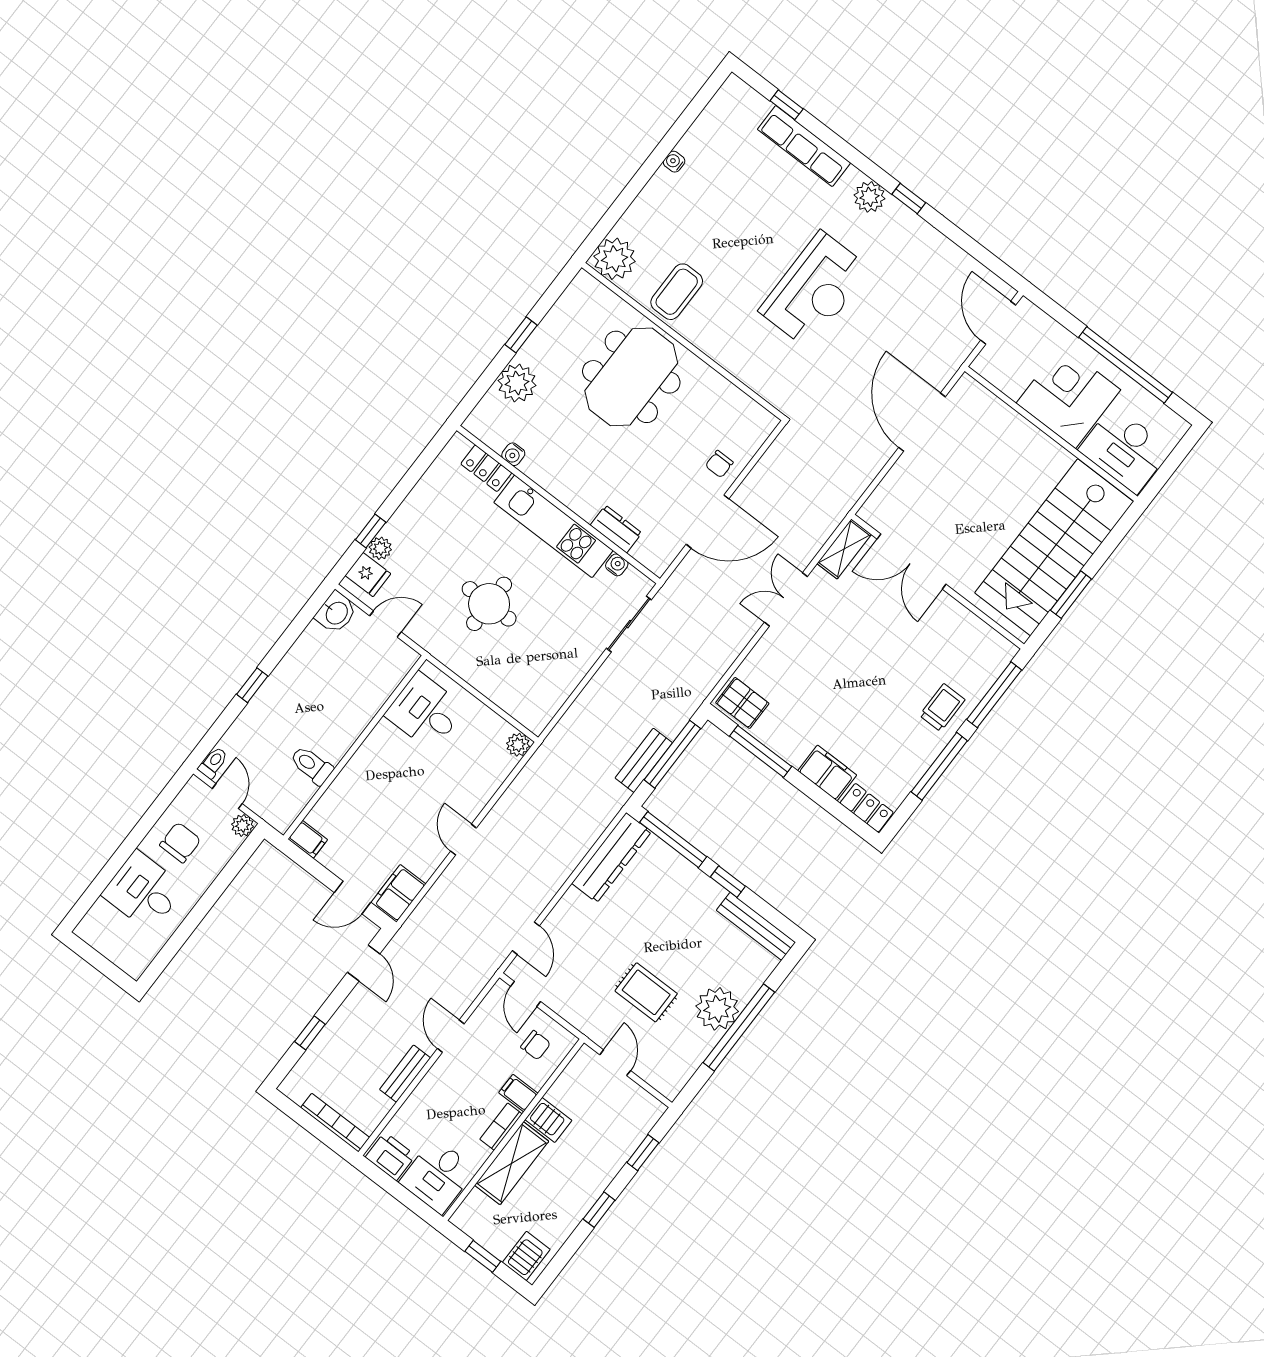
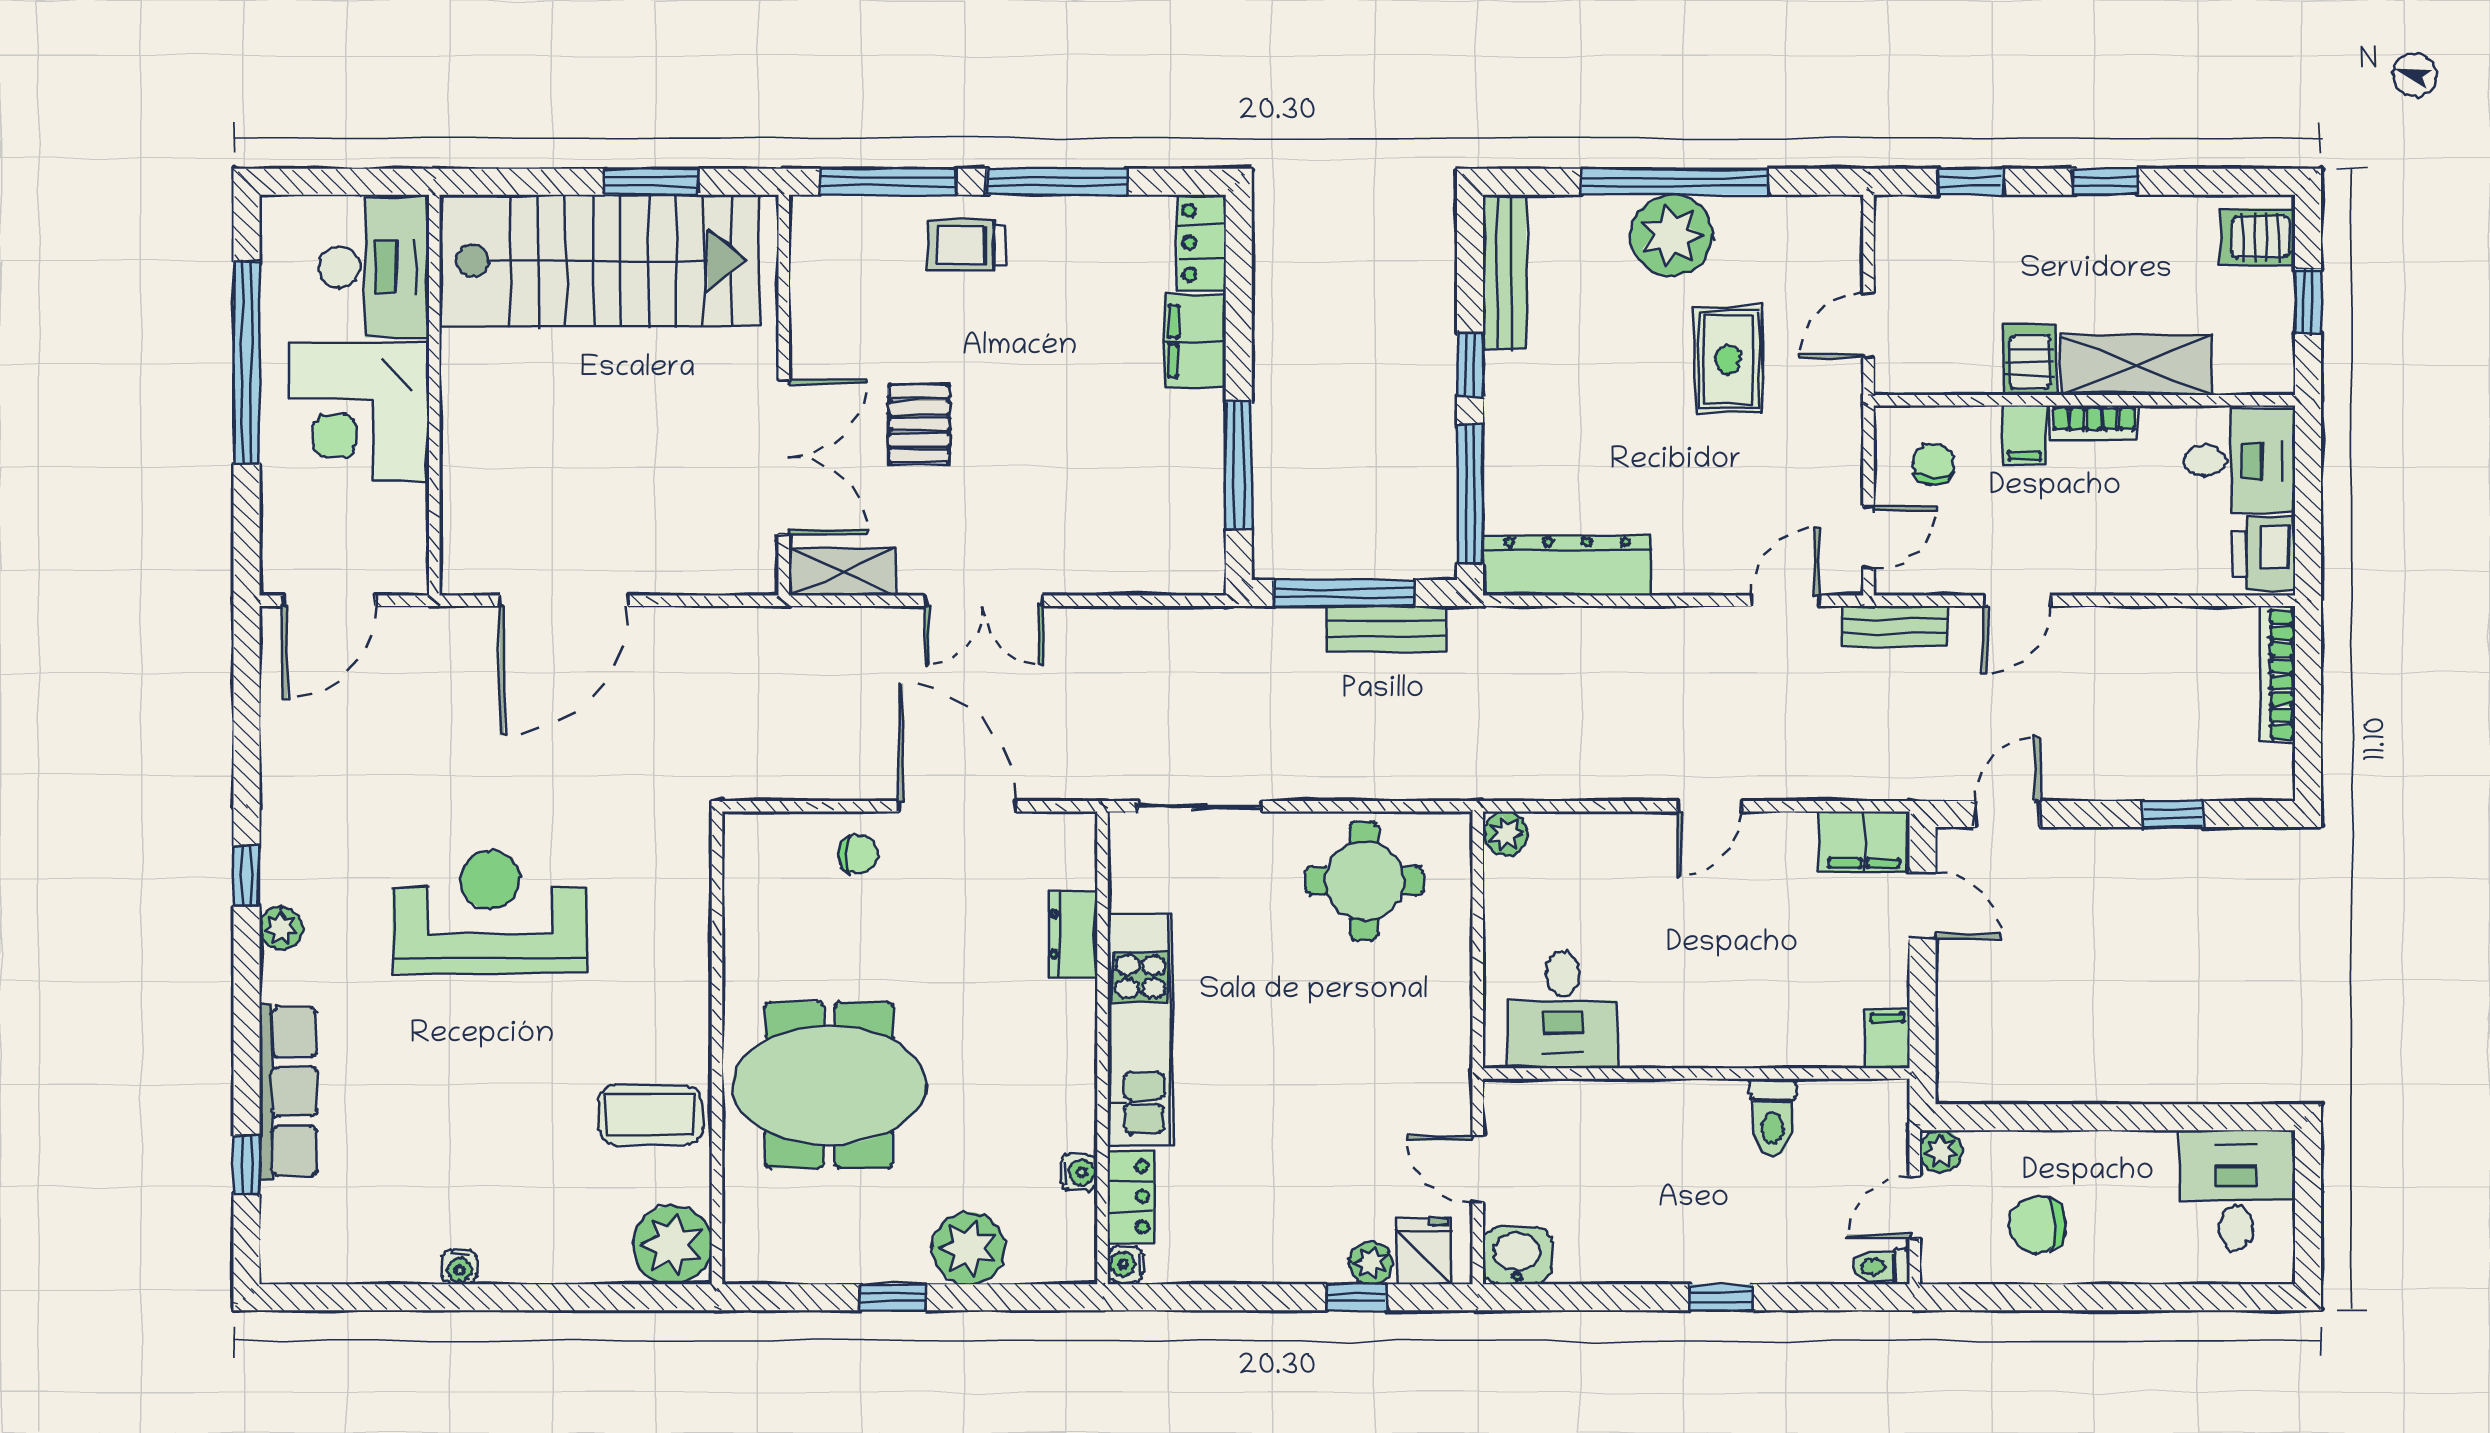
plant: (869, 197) -> (281, 928), width x0.73, depth x0.73
water cooler: (617, 565) -> (1125, 1264), moved
round table: (489, 604) -> (1364, 881), moved
pallet: (742, 703) -> (919, 424), moved
desk: (143, 891) -> (2236, 1190), moved, turned 180
bench: (405, 1074) -> (1895, 626), moved

